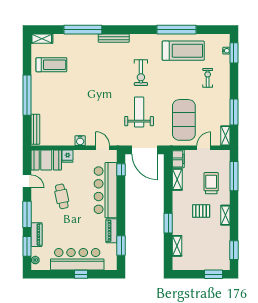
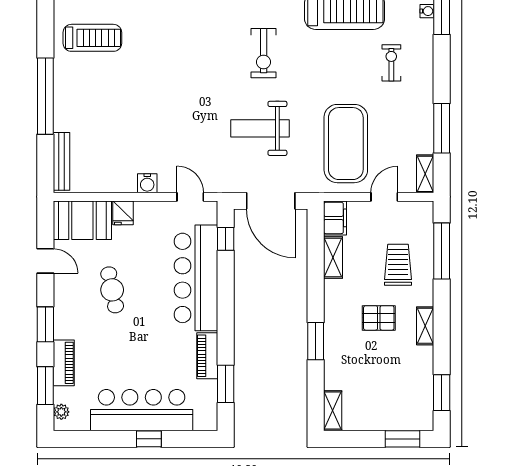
weight bench: (139, 112) -> (260, 128), turned -90
window: (27, 214) -> (45, 324), width x0.69
shelving: (177, 246) -> (333, 410), moved

